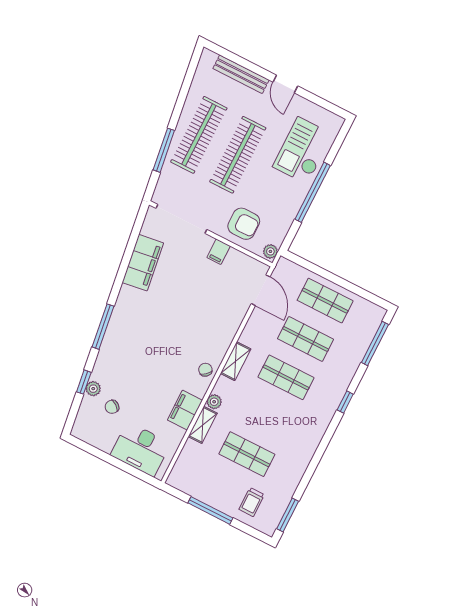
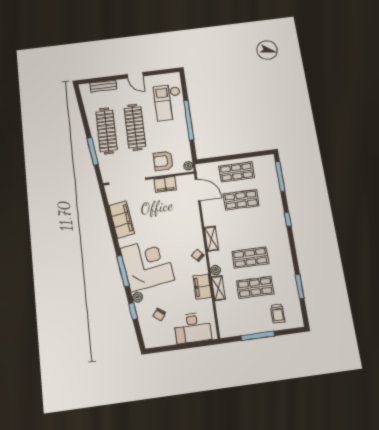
bench: (241, 74) -> (103, 86), width x0.73
armchair: (244, 224) -> (163, 161), turned 180
filing cabinet: (219, 252) -> (165, 184), width x2.00
corner desk: (138, 338) -> (147, 264), added
shop shelf: (286, 377) -> (250, 258), moved
plant: (93, 389) -> (138, 297), moved
window: (288, 515) -> (300, 286), moved

